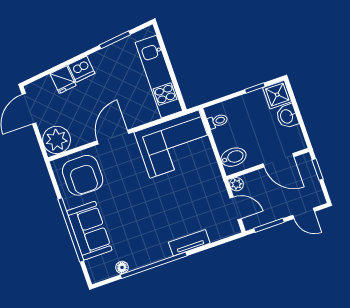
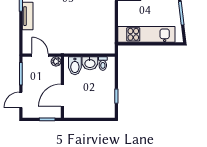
shower: (277, 95) -> (107, 110), removed
washbasin: (287, 116) -> (90, 63), moved, turned 180
corner sofa: (174, 144) -> (97, 29), removed
door: (236, 208) -> (40, 55), swing flipped

